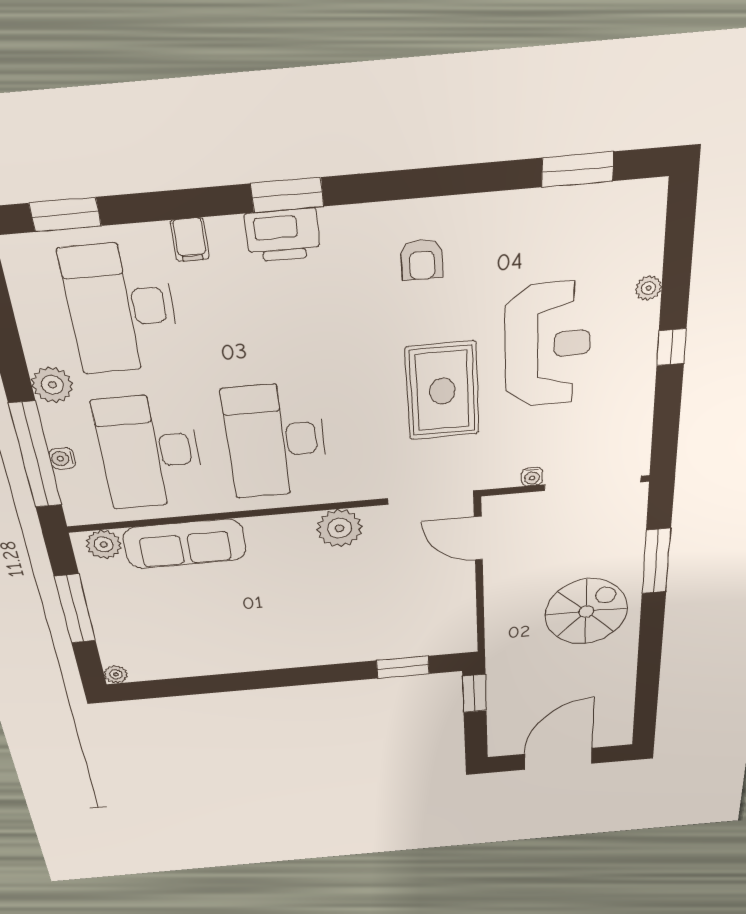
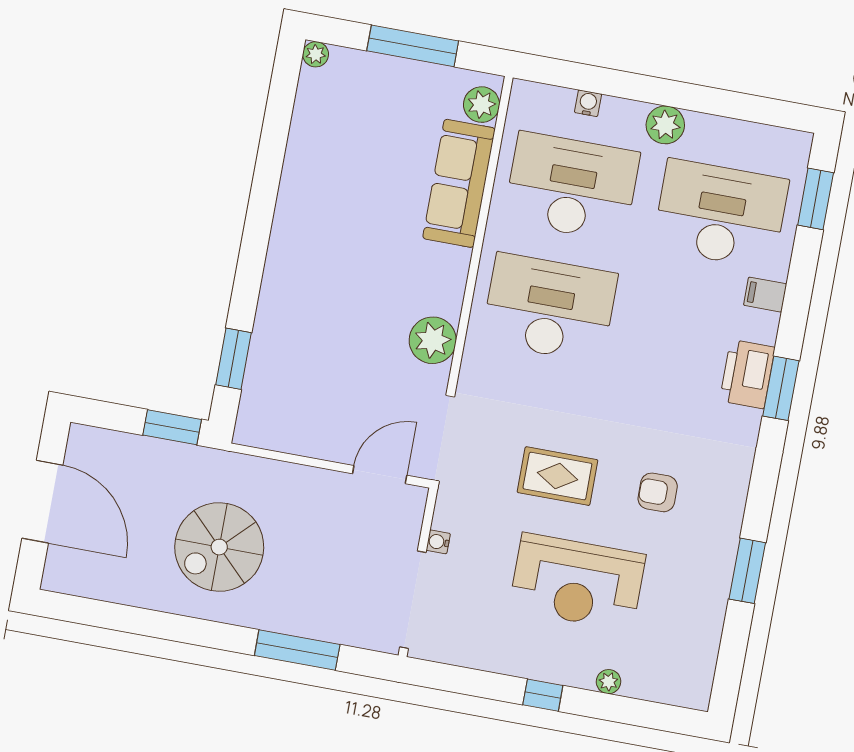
window: (578, 169) -> (747, 571), moved
armchair: (422, 260) -> (658, 492), moved
rug: (442, 391) -> (557, 476), width x0.73, depth x0.70
window: (35, 455) -> (599, 80), removed
spiral stairs: (586, 612) -> (219, 547), moved, turned 90

